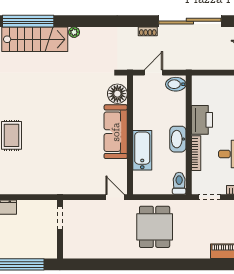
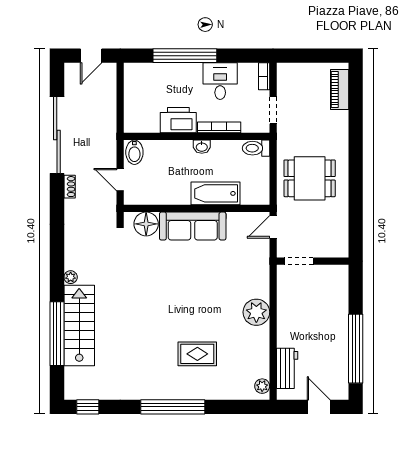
washbasin: (178, 139) -> (202, 147), width x0.52, depth x0.69
plant: (45, 183) -> (256, 312), added
doorway: (60, 218) -> (299, 261), moved
wall: (60, 229) -> (313, 261), moved

